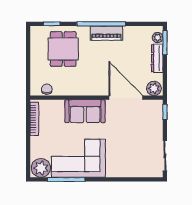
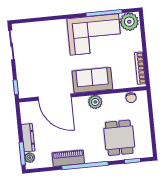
piano: (106, 33) -> (68, 158), moved
plant: (154, 88) -> (95, 102), moved

